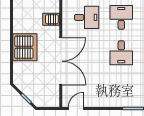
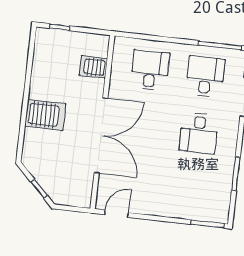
desk: (87, 17) -> (150, 70), turned -90
server rack: (25, 47) -> (45, 115), width x0.62

